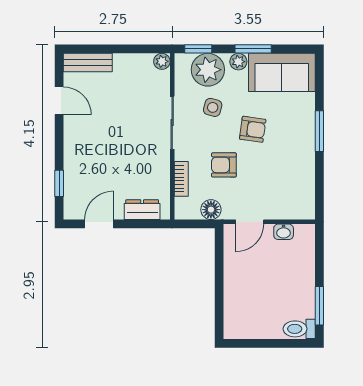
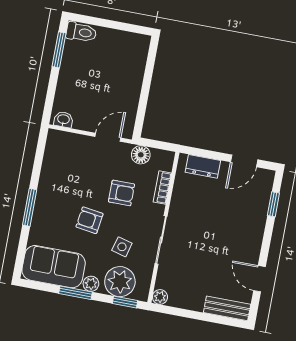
washbasin: (284, 232) -> (63, 120), moved

